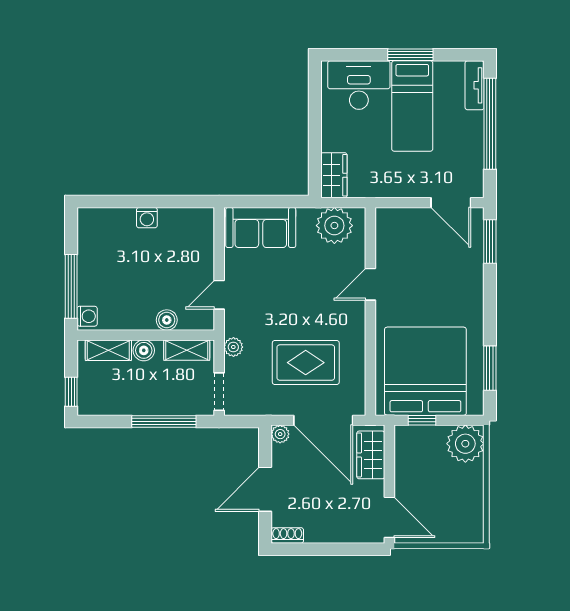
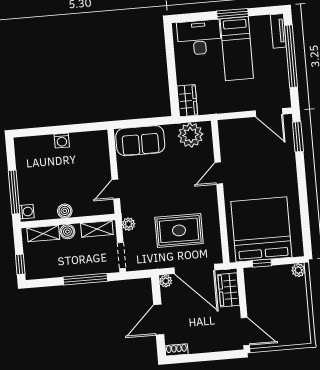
boiler: (167, 320) -> (65, 211), moved
window: (490, 368) -> (305, 223), removed
plant: (465, 444) -> (298, 270), width x0.53, depth x0.53

